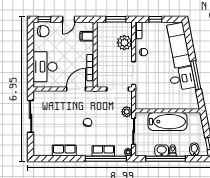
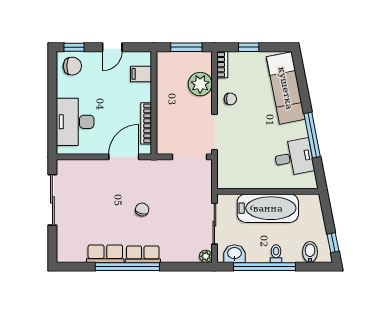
desk: (182, 79) -> (294, 157), moved
plant: (127, 112) -> (204, 193), removed
washbasin: (162, 150) -> (234, 254), moved
row of seats: (103, 151) -> (143, 254), moved
window: (106, 159) -> (127, 267), moved

